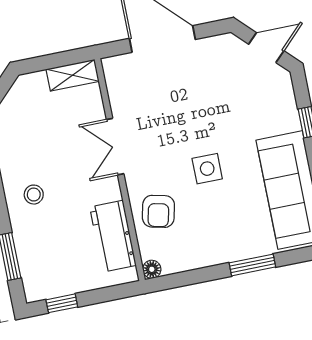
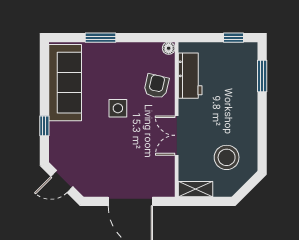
double door: (115, 147) -> (177, 135), swing flipped
stool: (34, 195) -> (227, 157), moved, width x1.89, depth x1.89

